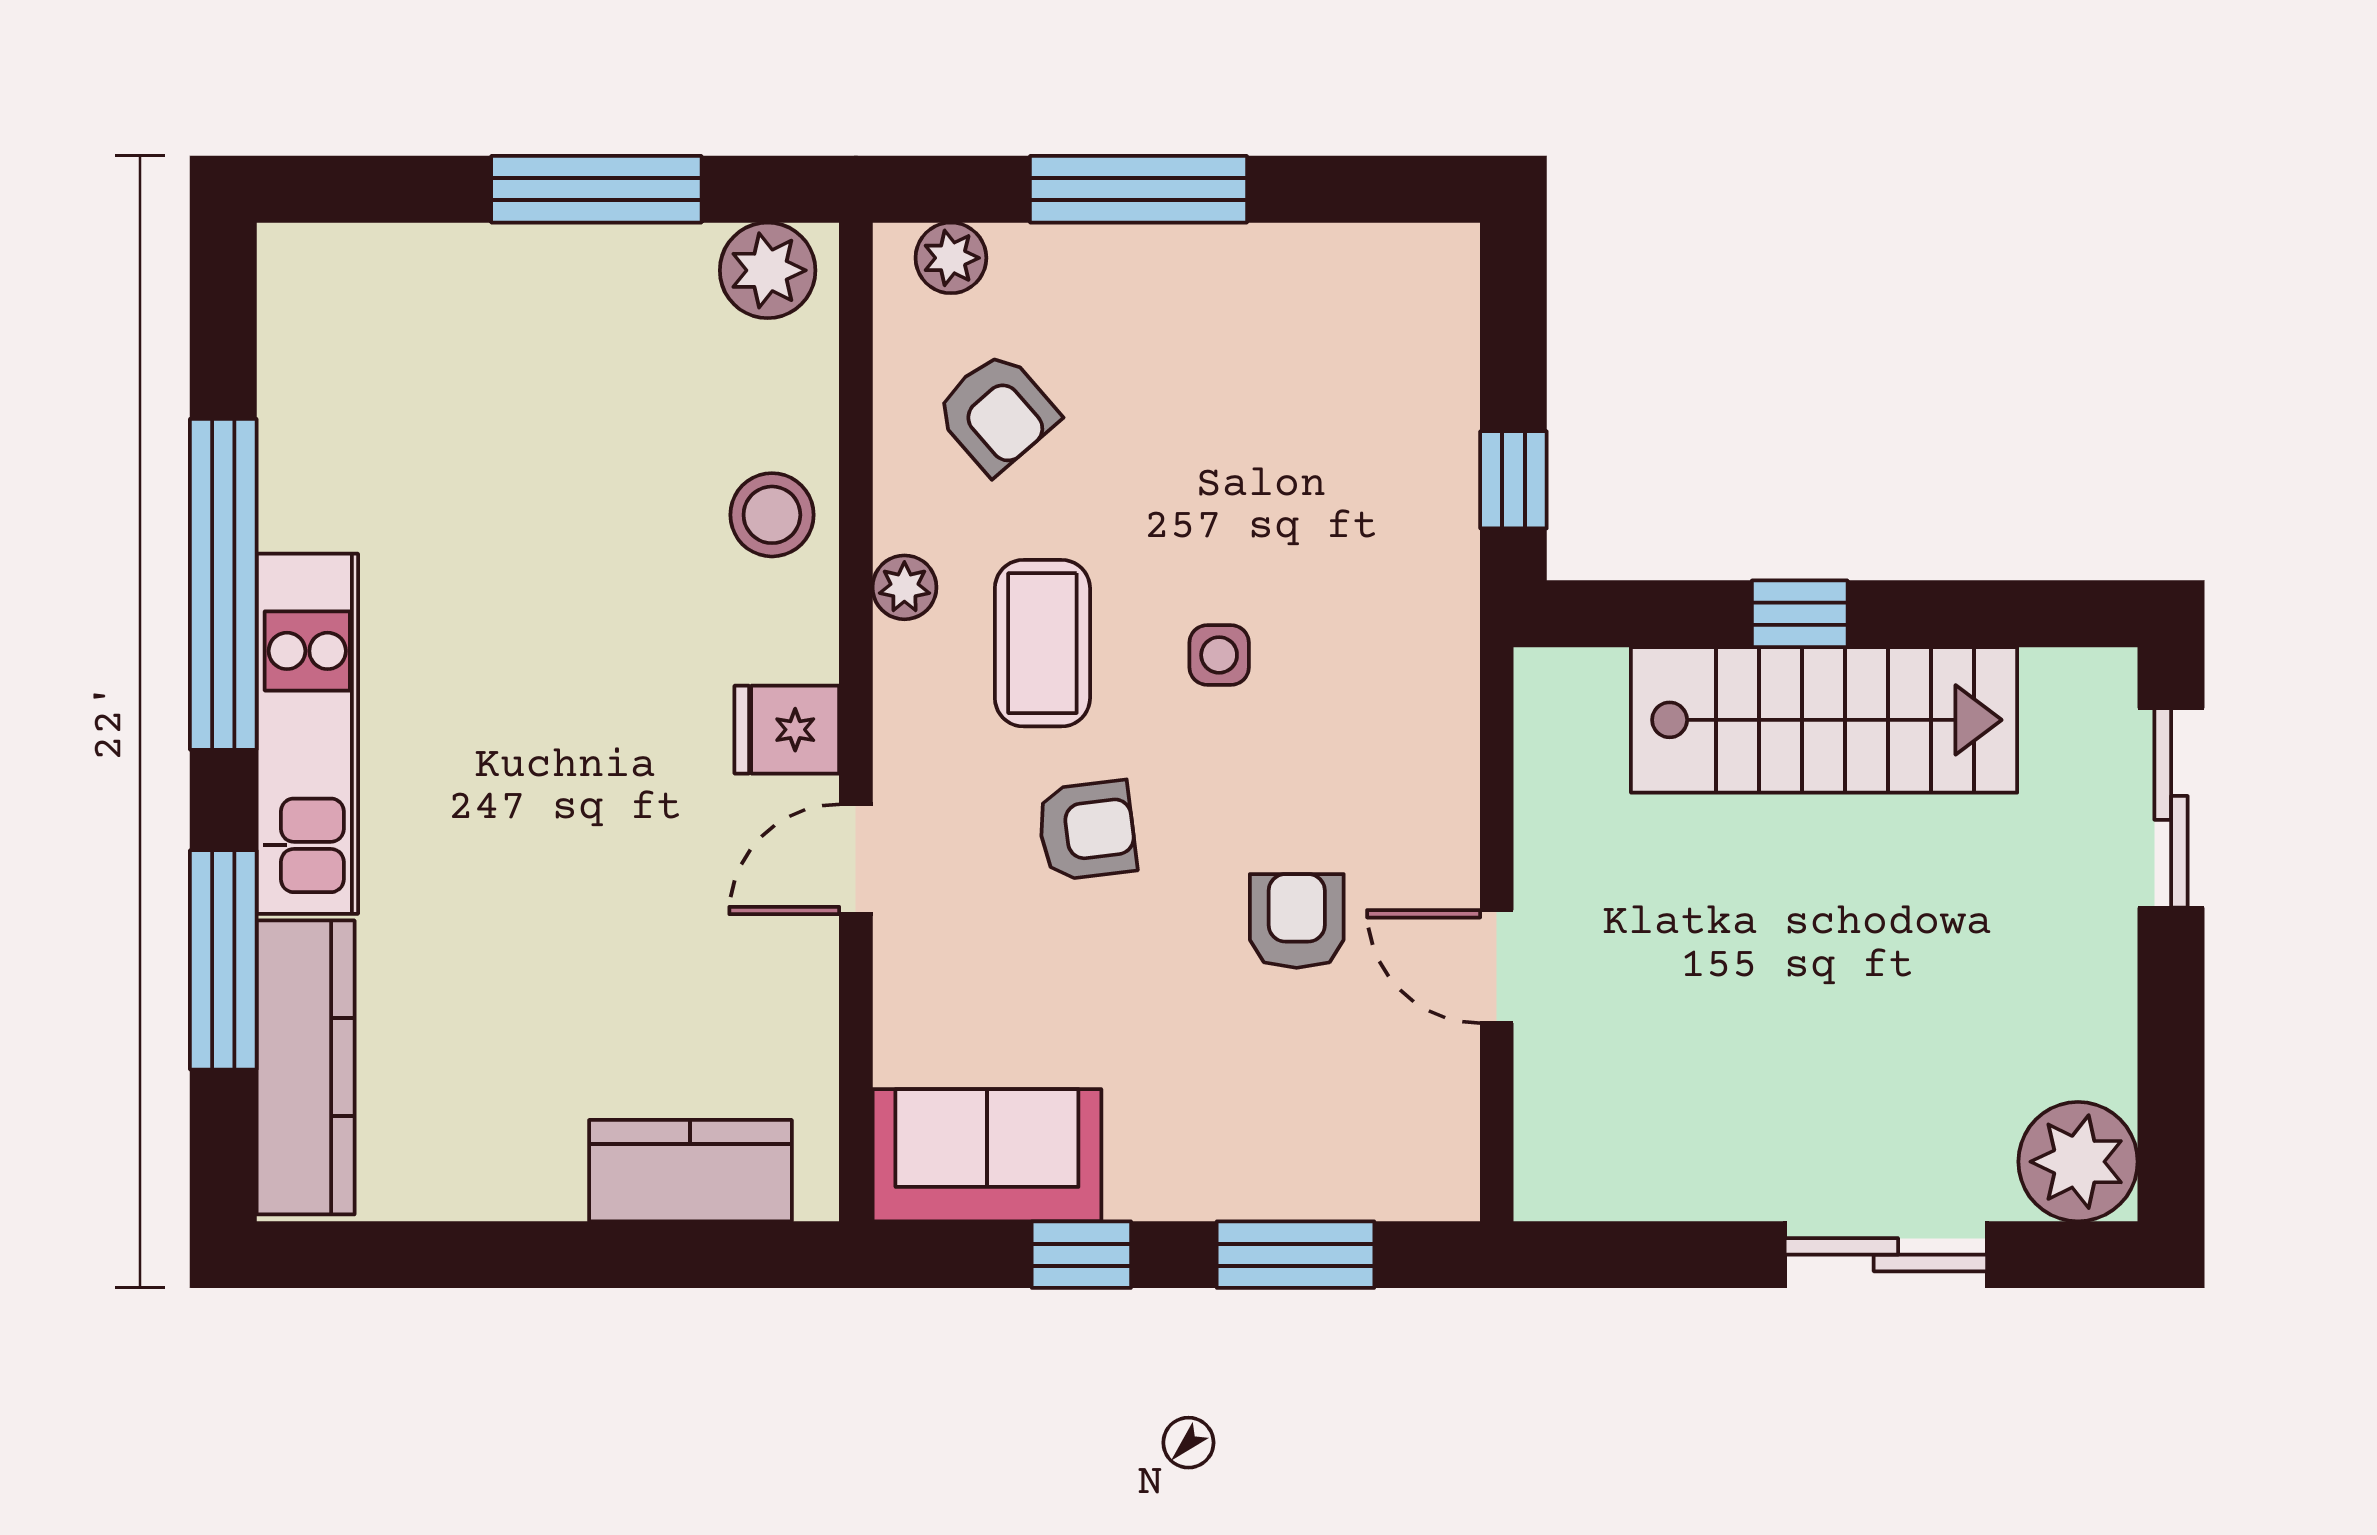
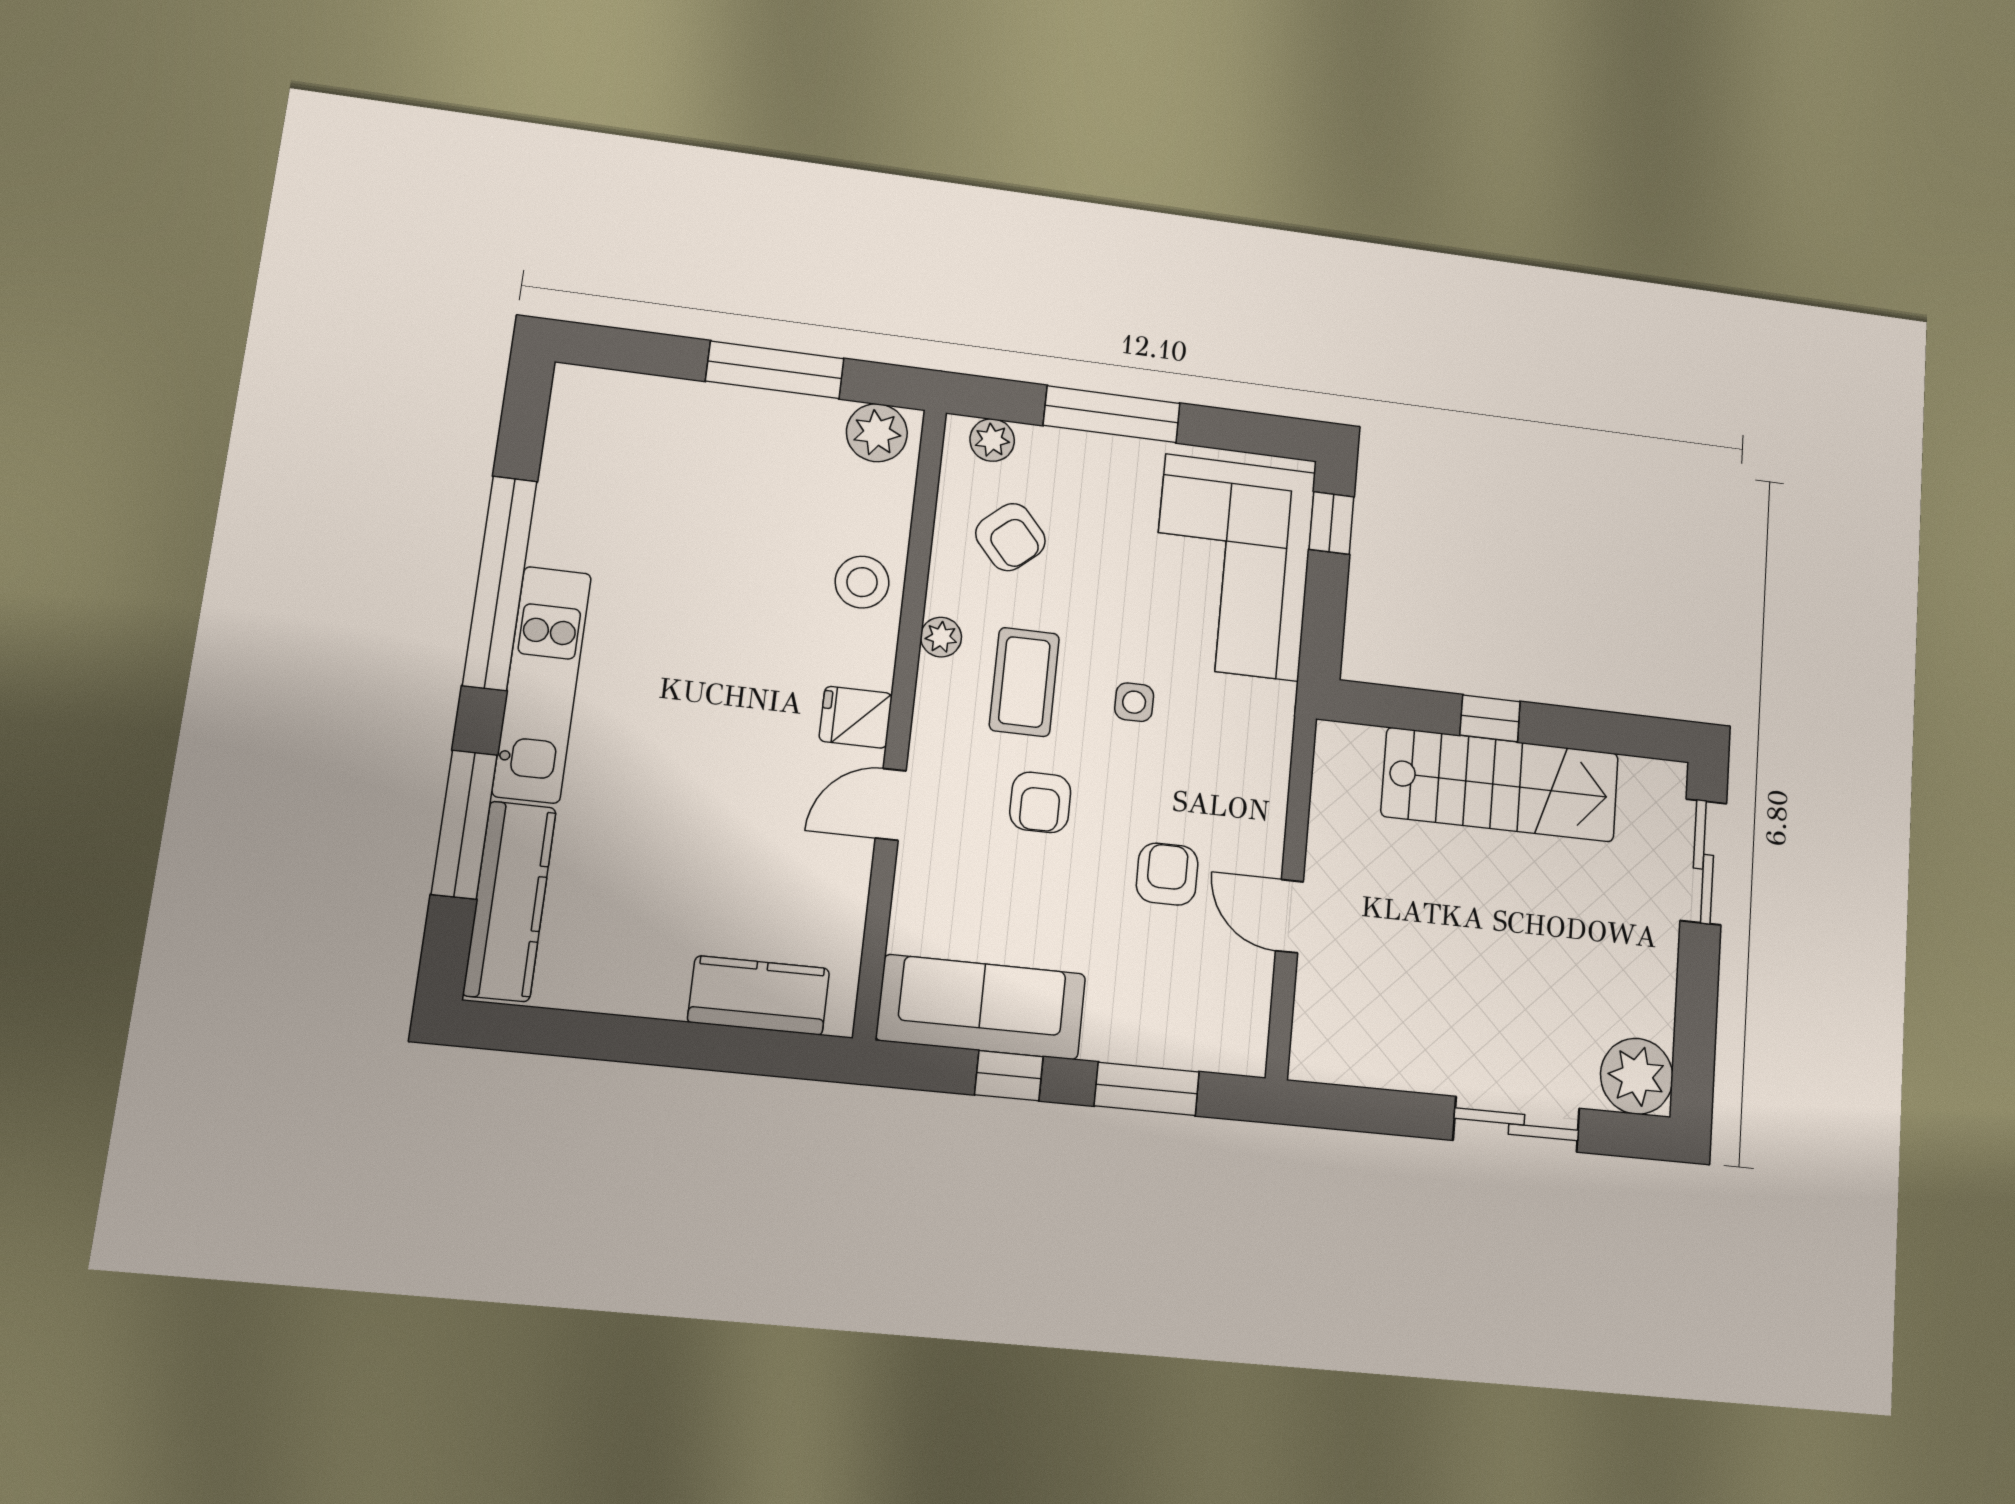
corner sofa: (1356, 417) -> (1232, 567), added
window: (1513, 480) -> (1331, 523), moved
armchair: (1087, 830) -> (1040, 802), turned 97
sofa: (987, 1155) -> (981, 1007), width x1.36

